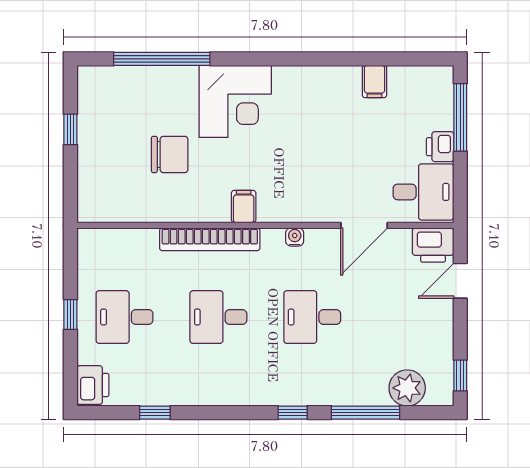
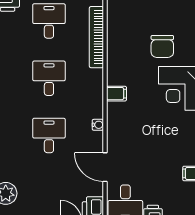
chair: (170, 154) -> (162, 46), moved
bookcase: (210, 239) -> (96, 37), moved

